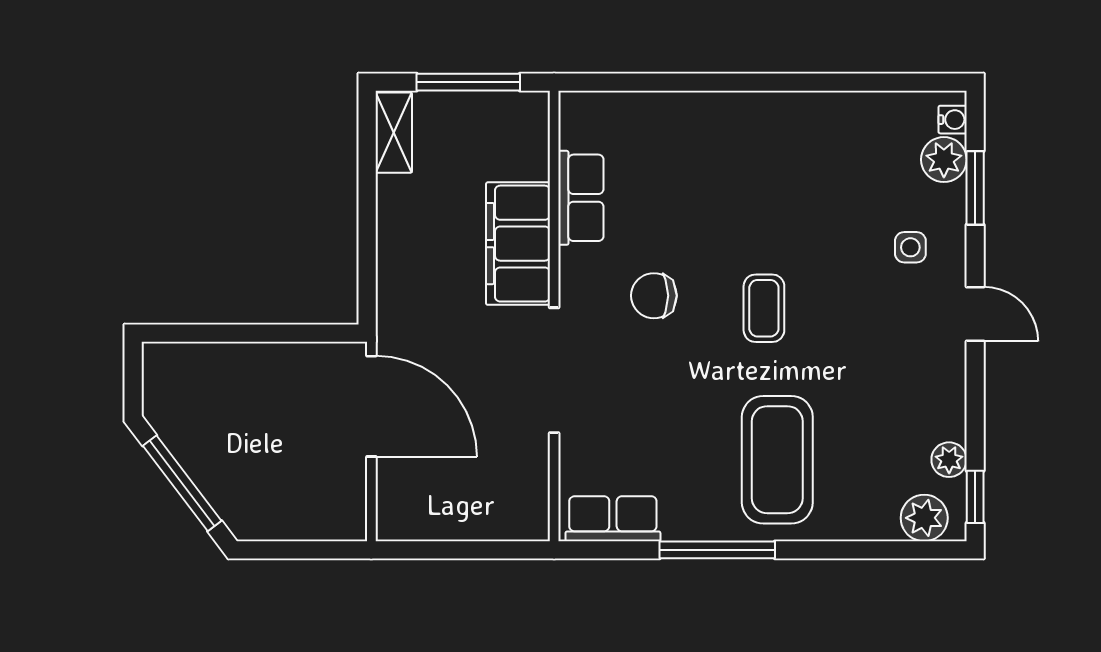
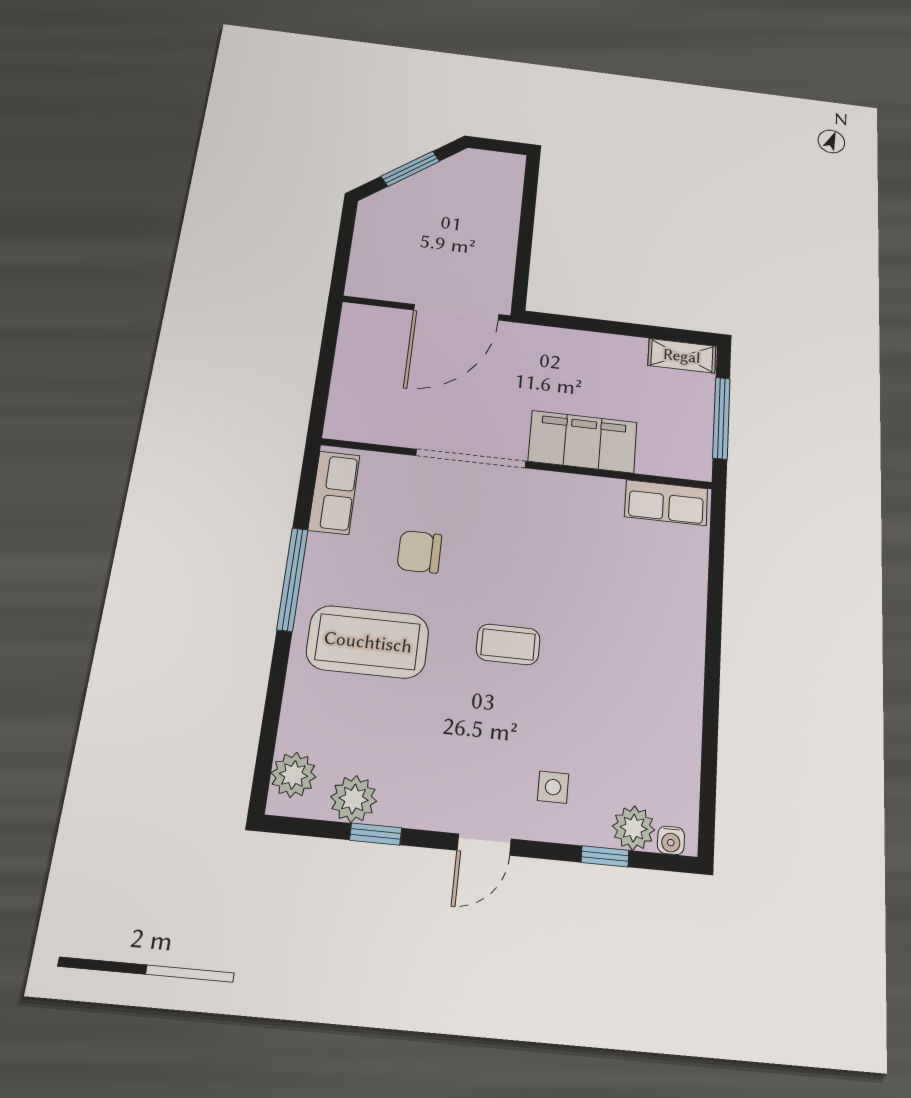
window: (975, 188) -> (605, 856), width x0.67
row of seats: (581, 198) -> (666, 503), moved
chair: (654, 296) -> (419, 552), moved, turned -90
plant: (949, 460) -> (354, 799), width x1.38, depth x1.38
window: (182, 483) -> (410, 169), width x0.69
window: (975, 497) -> (376, 834), moved

